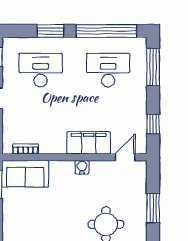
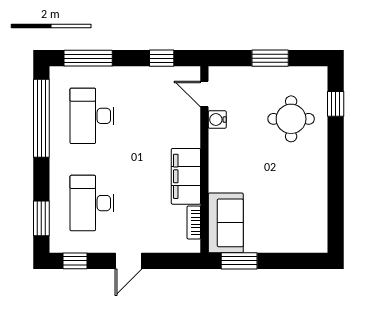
window: (50, 31) -> (41, 218), moved
filing cabinet: (89, 143) -> (186, 176), moved
water cooler: (82, 167) -> (217, 120), moved

